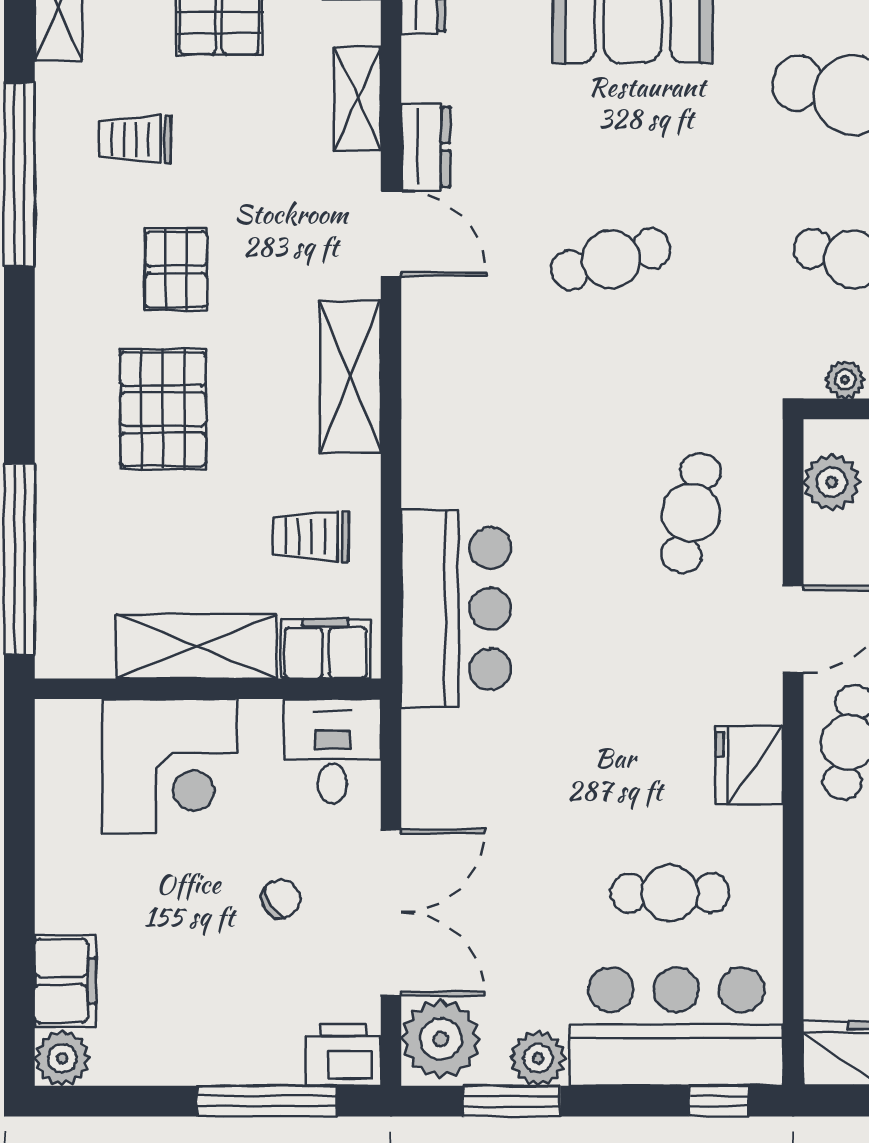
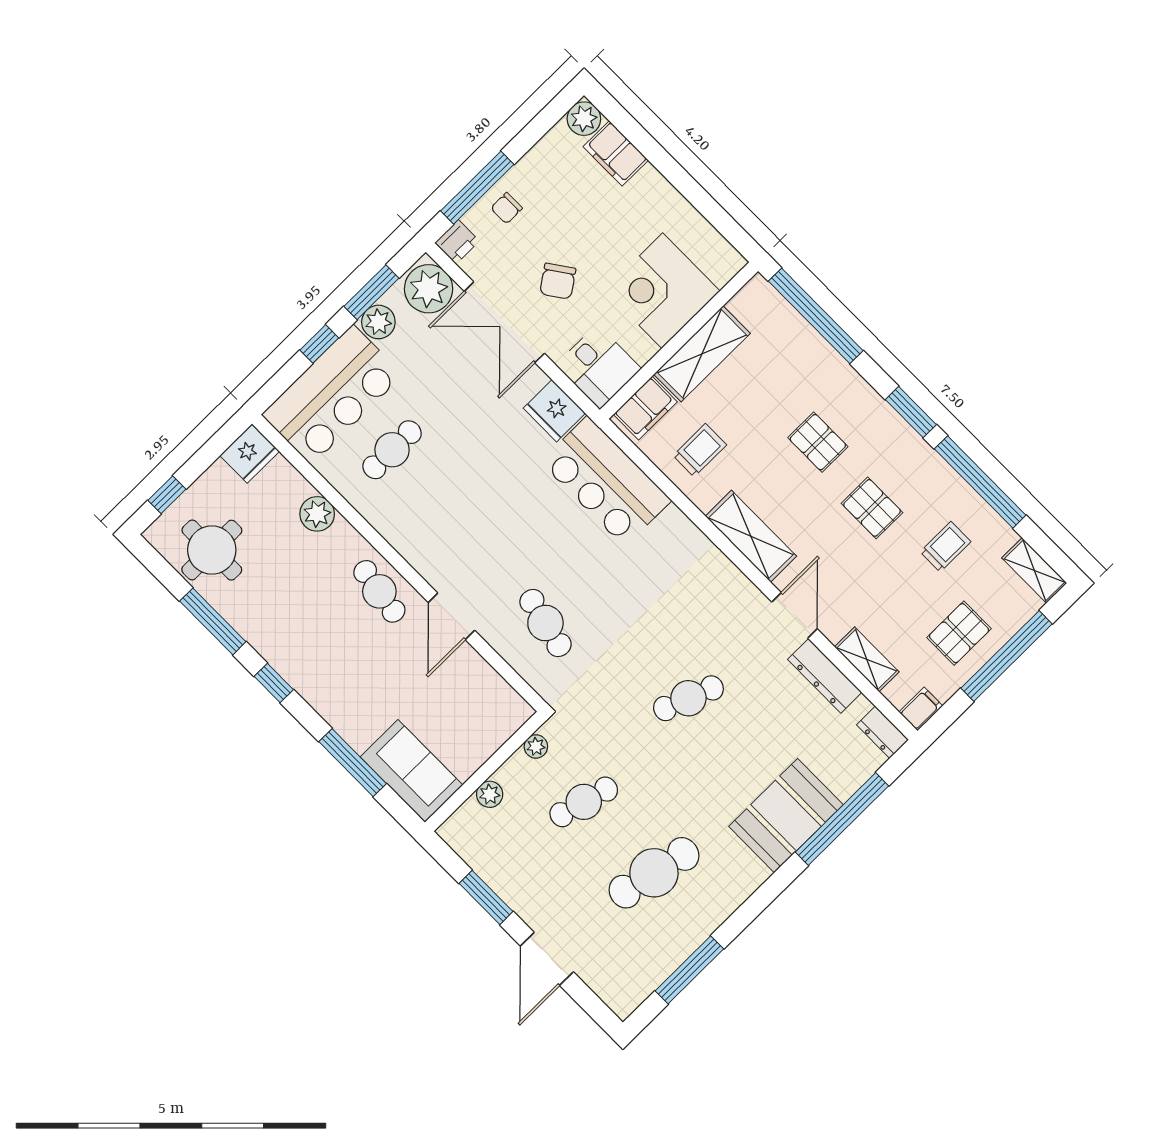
dresser: (426, 147) -> (825, 676), width x1.44
door: (391, 234) -> (794, 615), swing flipped
cafe table: (611, 259) -> (688, 698), turned 36
window: (19, 337) -> (911, 412), added
pallet: (163, 409) -> (818, 442), width x0.67, depth x0.71
plant: (832, 482) -> (317, 514), moved
fridge: (749, 765) -> (554, 411), moved, turned 180
chair: (281, 898) -> (558, 281), width x1.37, depth x1.37
chair: (256, 1043) -> (507, 208), added
printer: (343, 1055) -> (457, 242), width x0.73, depth x0.81
window: (718, 1101) -> (319, 344), moved

